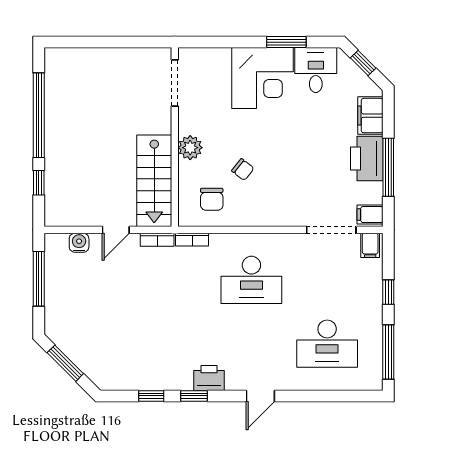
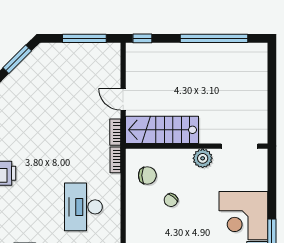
plant: (190, 148) -> (203, 158), moved
window: (39, 183) -> (142, 38), moved
chair: (212, 199) -> (147, 175), turned 180
water cooler: (79, 243) -> (113, 70), removed

